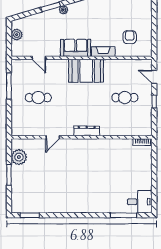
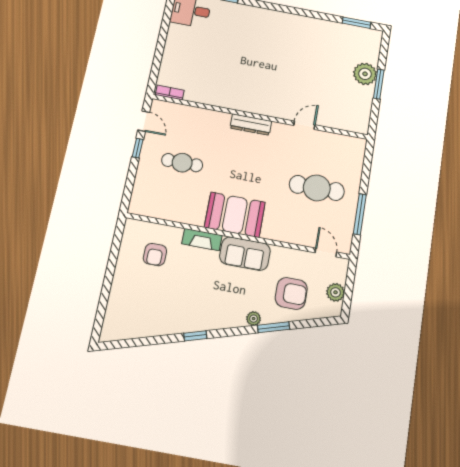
armchair: (43, 29) -> (291, 293), added
door: (39, 58) -> (326, 252), moved
door: (154, 77) -> (144, 121), moved
cafe table: (38, 98) -> (317, 188), width x1.37, depth x1.35
plant: (19, 157) -> (365, 74), moved

